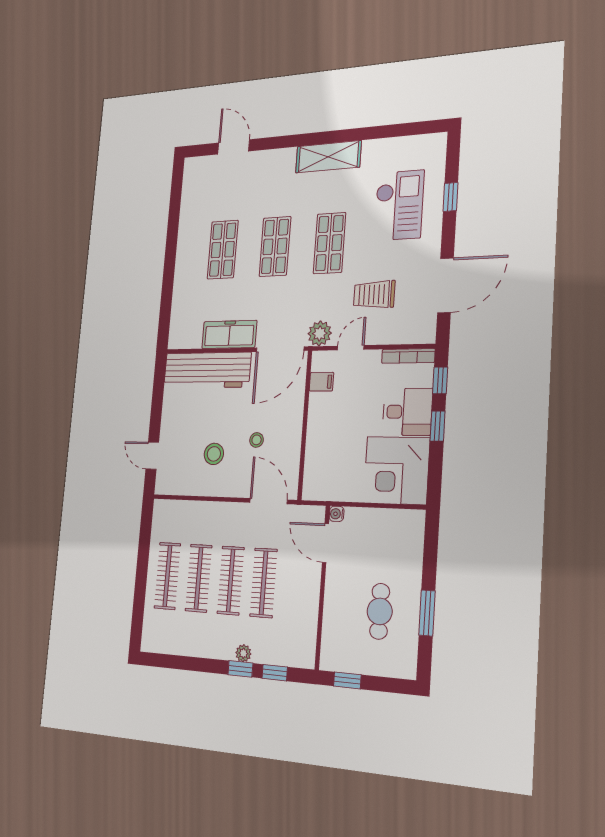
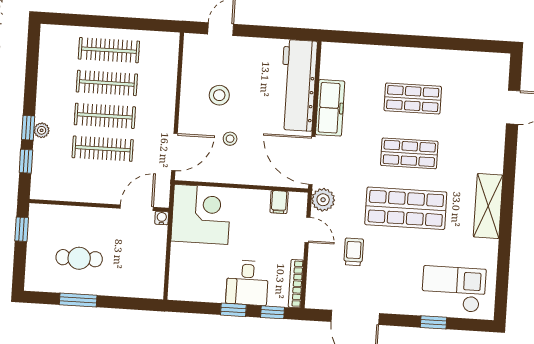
checkout: (399, 205) -> (454, 289), moved, turned 180
shop shelf: (330, 243) -> (406, 208), width x1.43, depth x1.36
trolley: (374, 294) -> (354, 252), width x0.73, depth x0.72
corner desk: (396, 470) -> (201, 214), moved, turned 90

